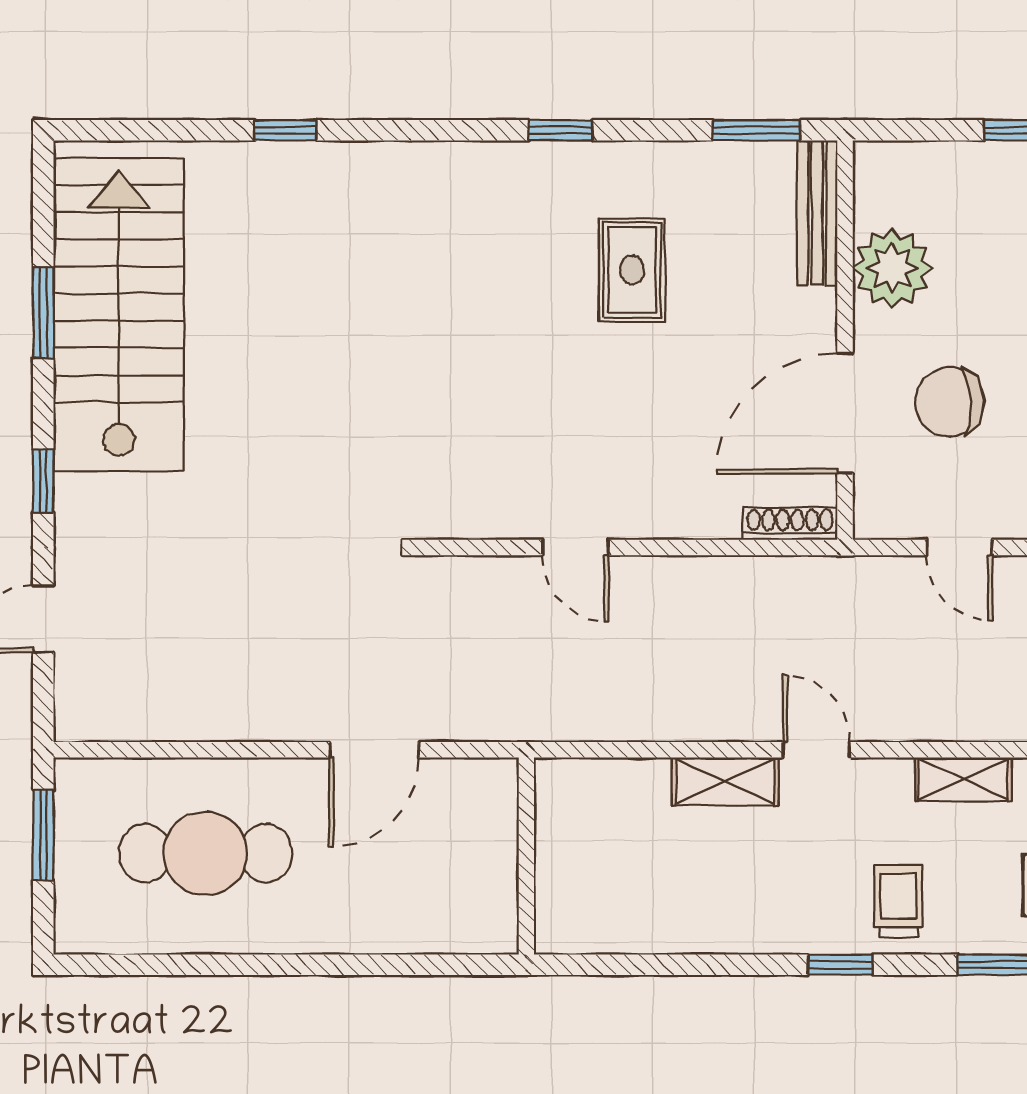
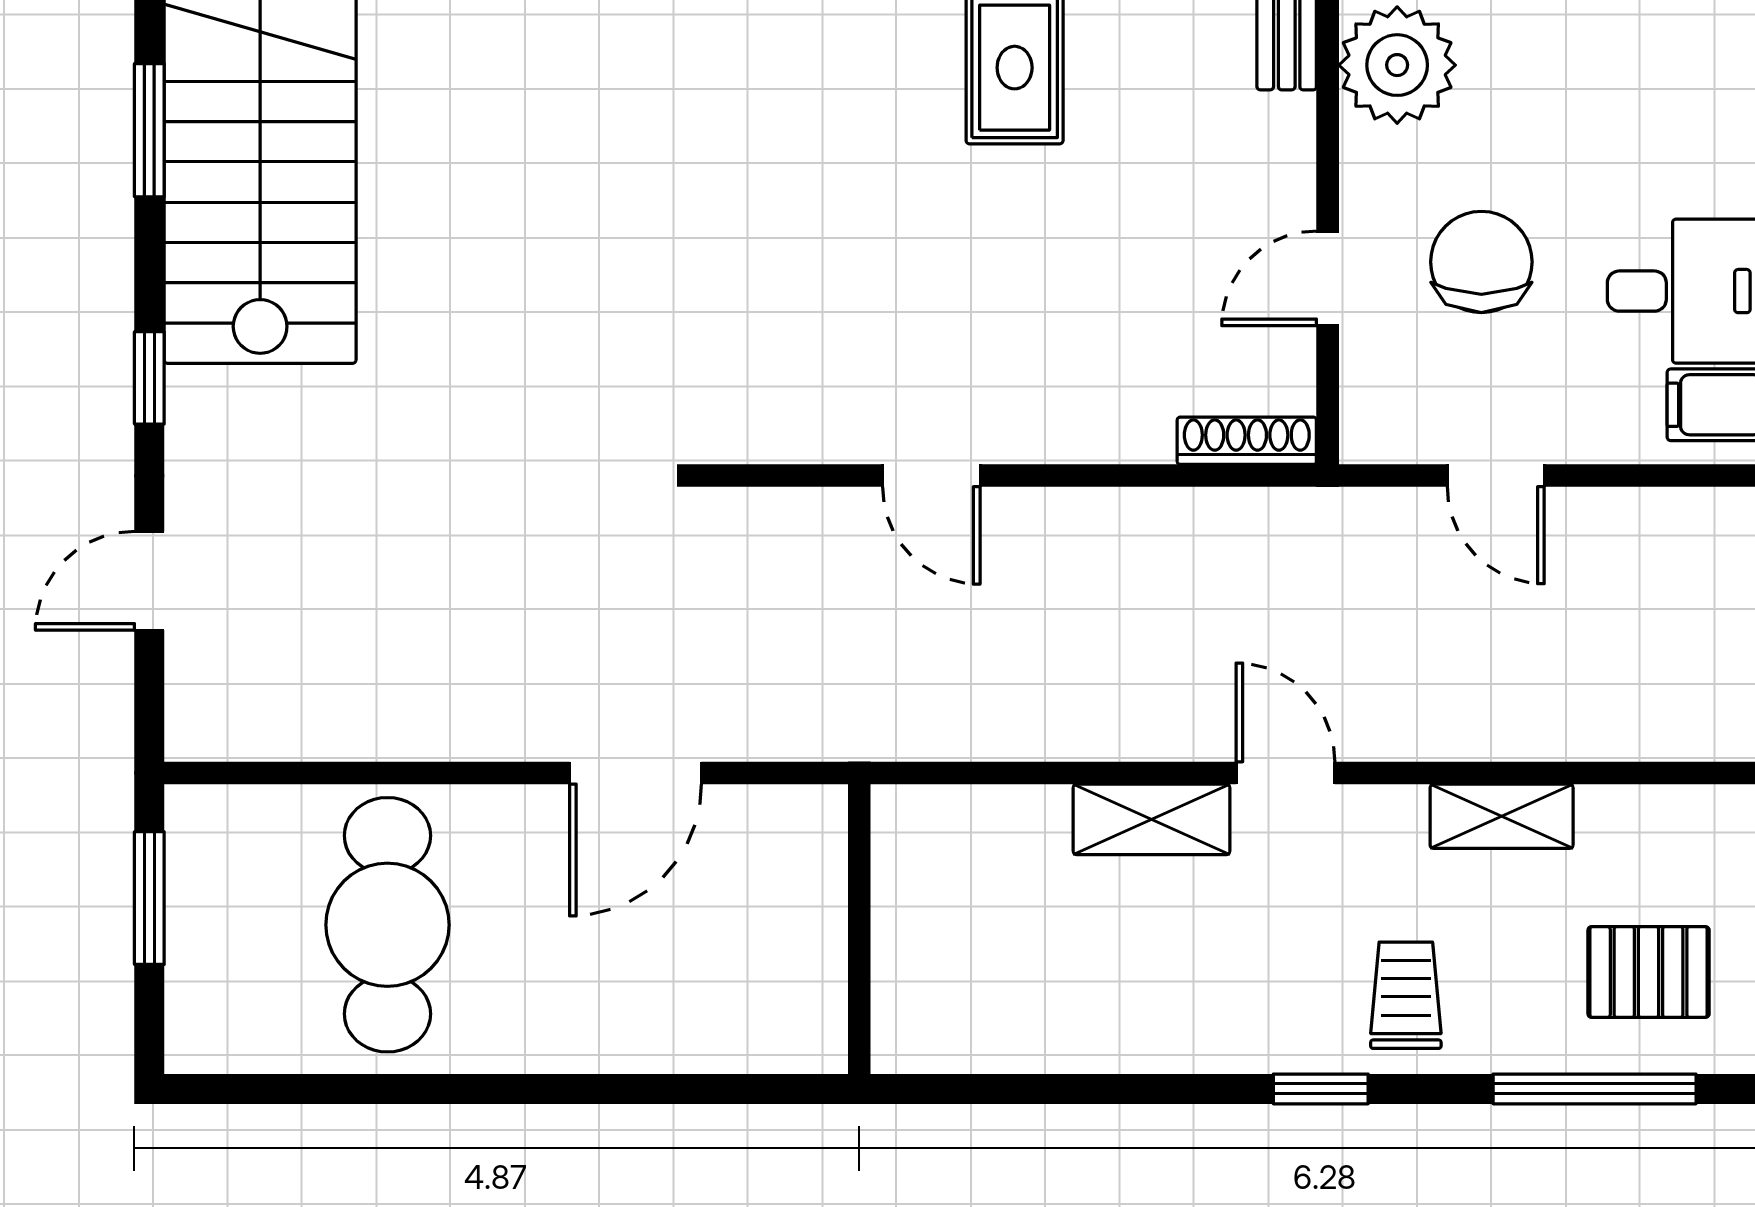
chair: (950, 402) -> (1481, 262), turned 93
door: (845, 413) -> (1328, 278), width x0.53
cafe table: (205, 853) -> (387, 925), turned 90

